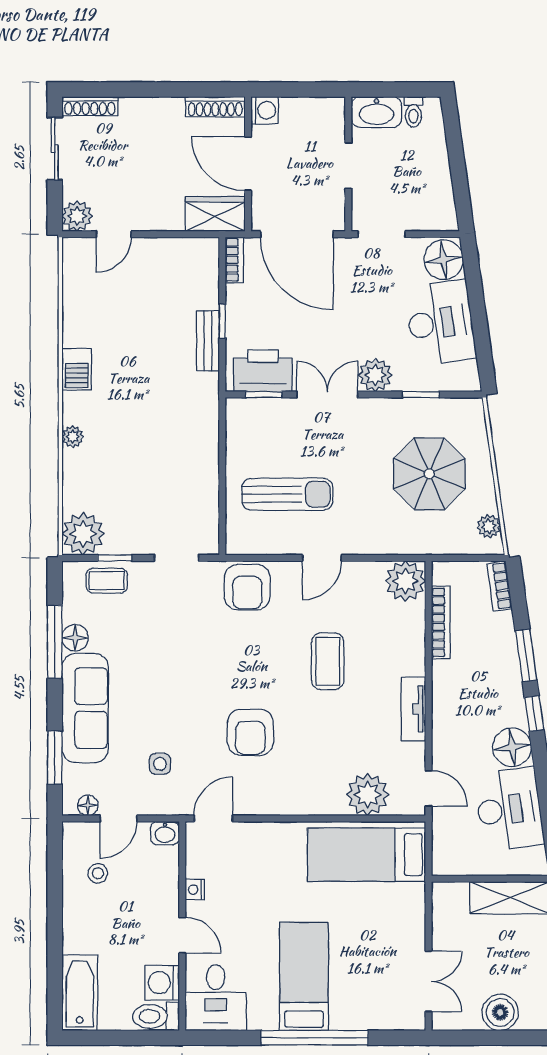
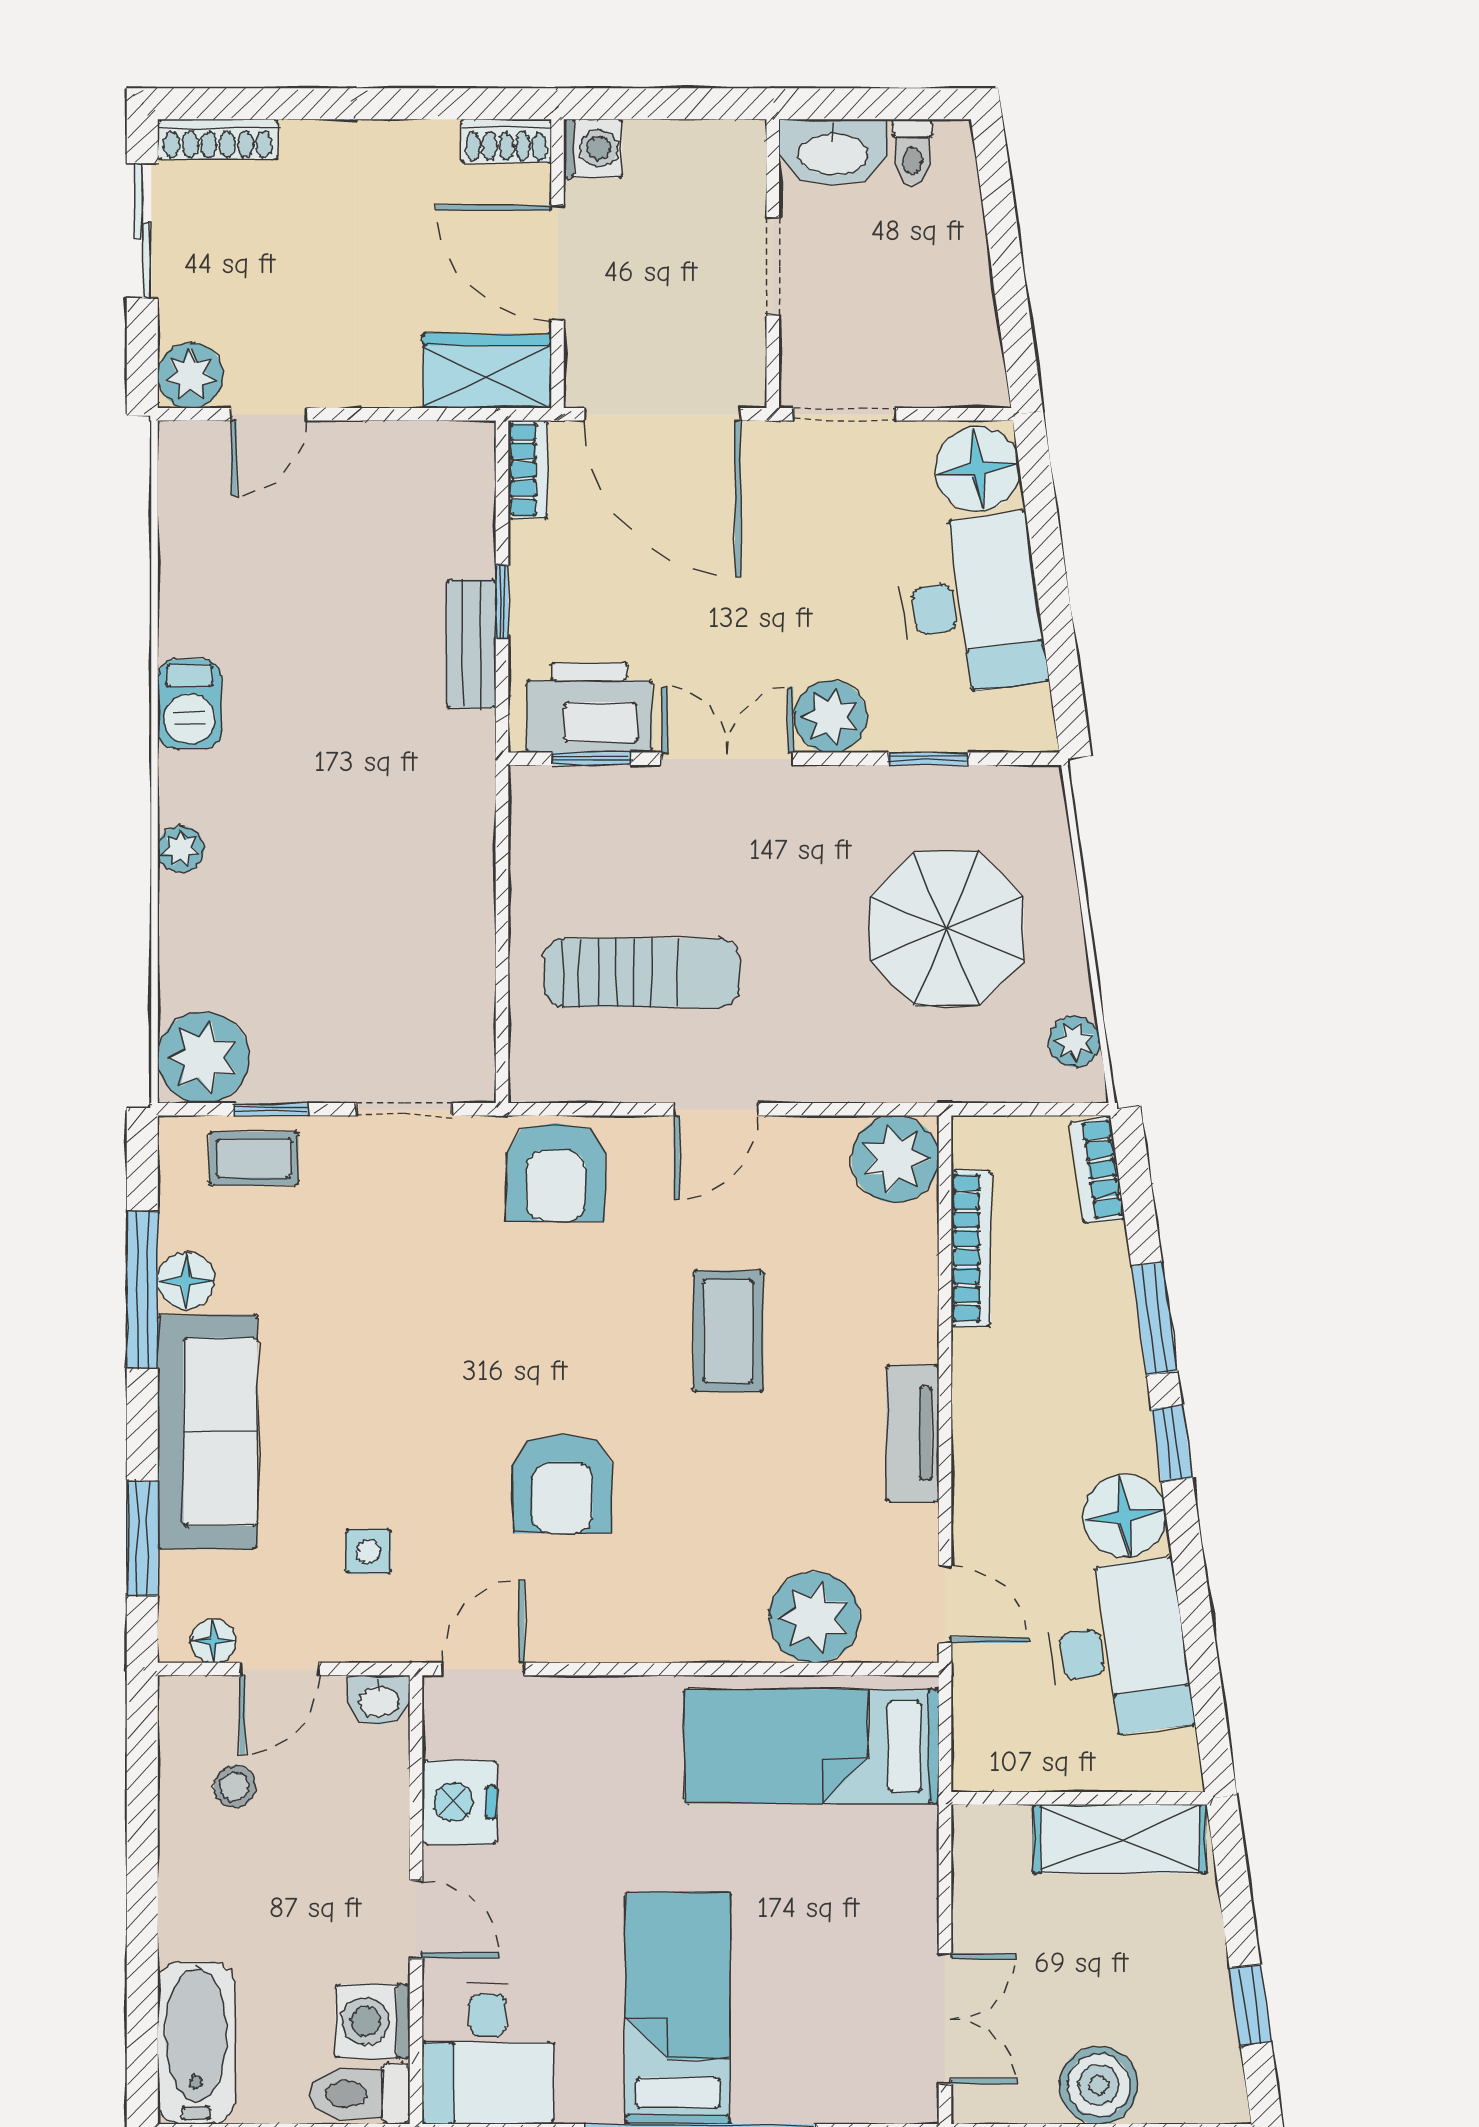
shoe rack: (215, 107) -> (506, 141), width x0.70
nightstand: (195, 890) -> (459, 1802), width x1.89, depth x1.79

